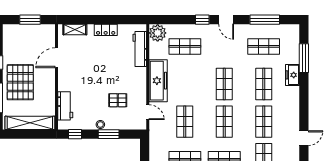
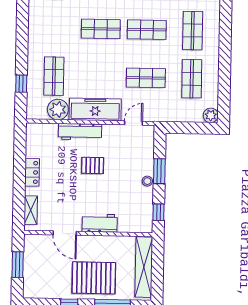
window: (202, 20) -> (21, 84), moved
door: (226, 20) -> (22, 25), removed
plant: (158, 33) -> (58, 109), moved
workbench: (140, 49) -> (80, 132), moved
pallet: (118, 100) -> (93, 165), moved, turned 90
workbench: (65, 106) -> (100, 223), moved

